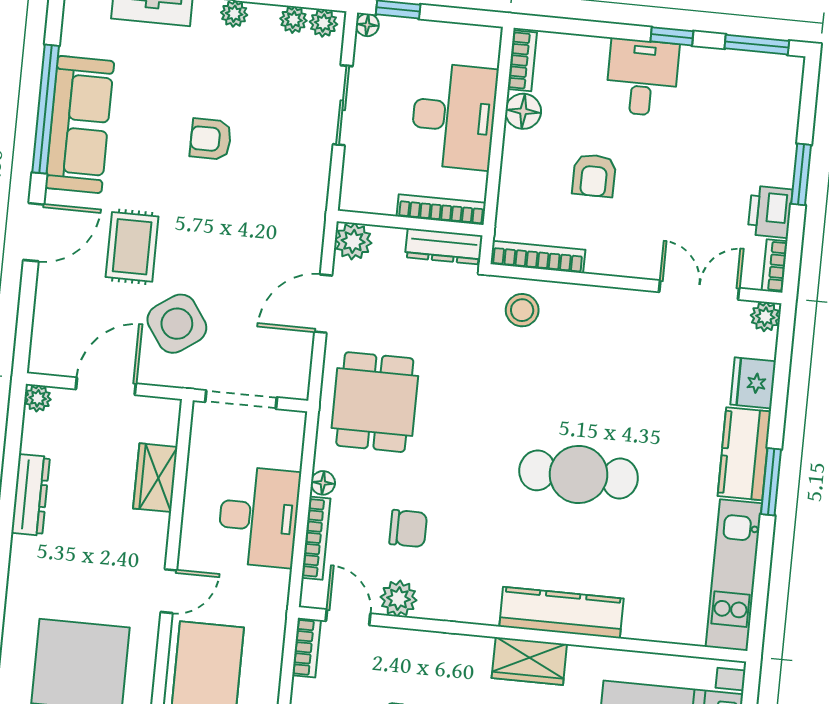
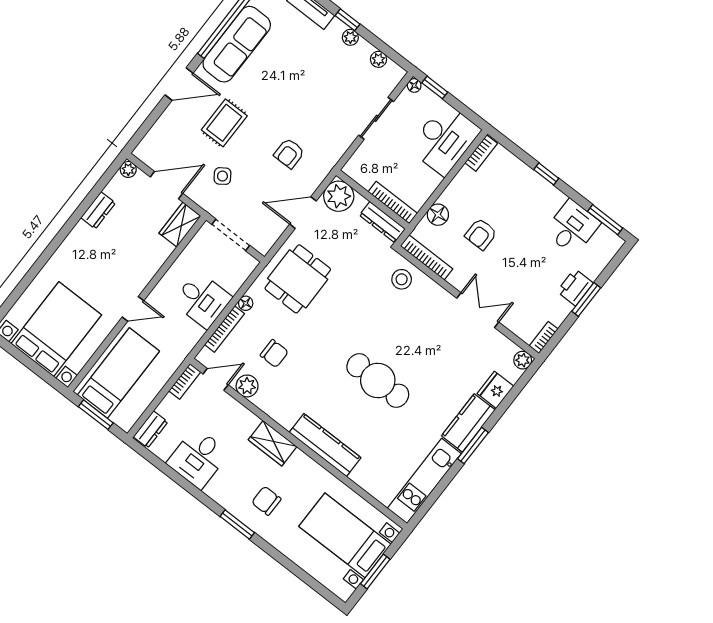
plant: (323, 23) -> (393, 71), removed
window: (672, 36) -> (546, 174), moved
desk: (642, 78) -> (572, 227), moved
floor lamp: (523, 111) -> (438, 215), moved
desk: (454, 116) -> (445, 139), moved
armchair: (211, 139) -> (289, 153), moved, turned -90
printer: (770, 212) -> (575, 287), moved
plant: (353, 241) -> (339, 196), width x1.36, depth x1.36
double door: (699, 290) -> (478, 310), moved
side table: (177, 324) -> (222, 176), width x0.54, depth x0.54
wardrobe: (155, 478) -> (180, 225), moved
dresser: (30, 495) -> (98, 210), width x0.70
desk: (259, 517) -> (202, 300), width x0.73
door: (348, 617) -> (216, 379), hinge flipped
wardrobe: (529, 661) -> (273, 443), moved

